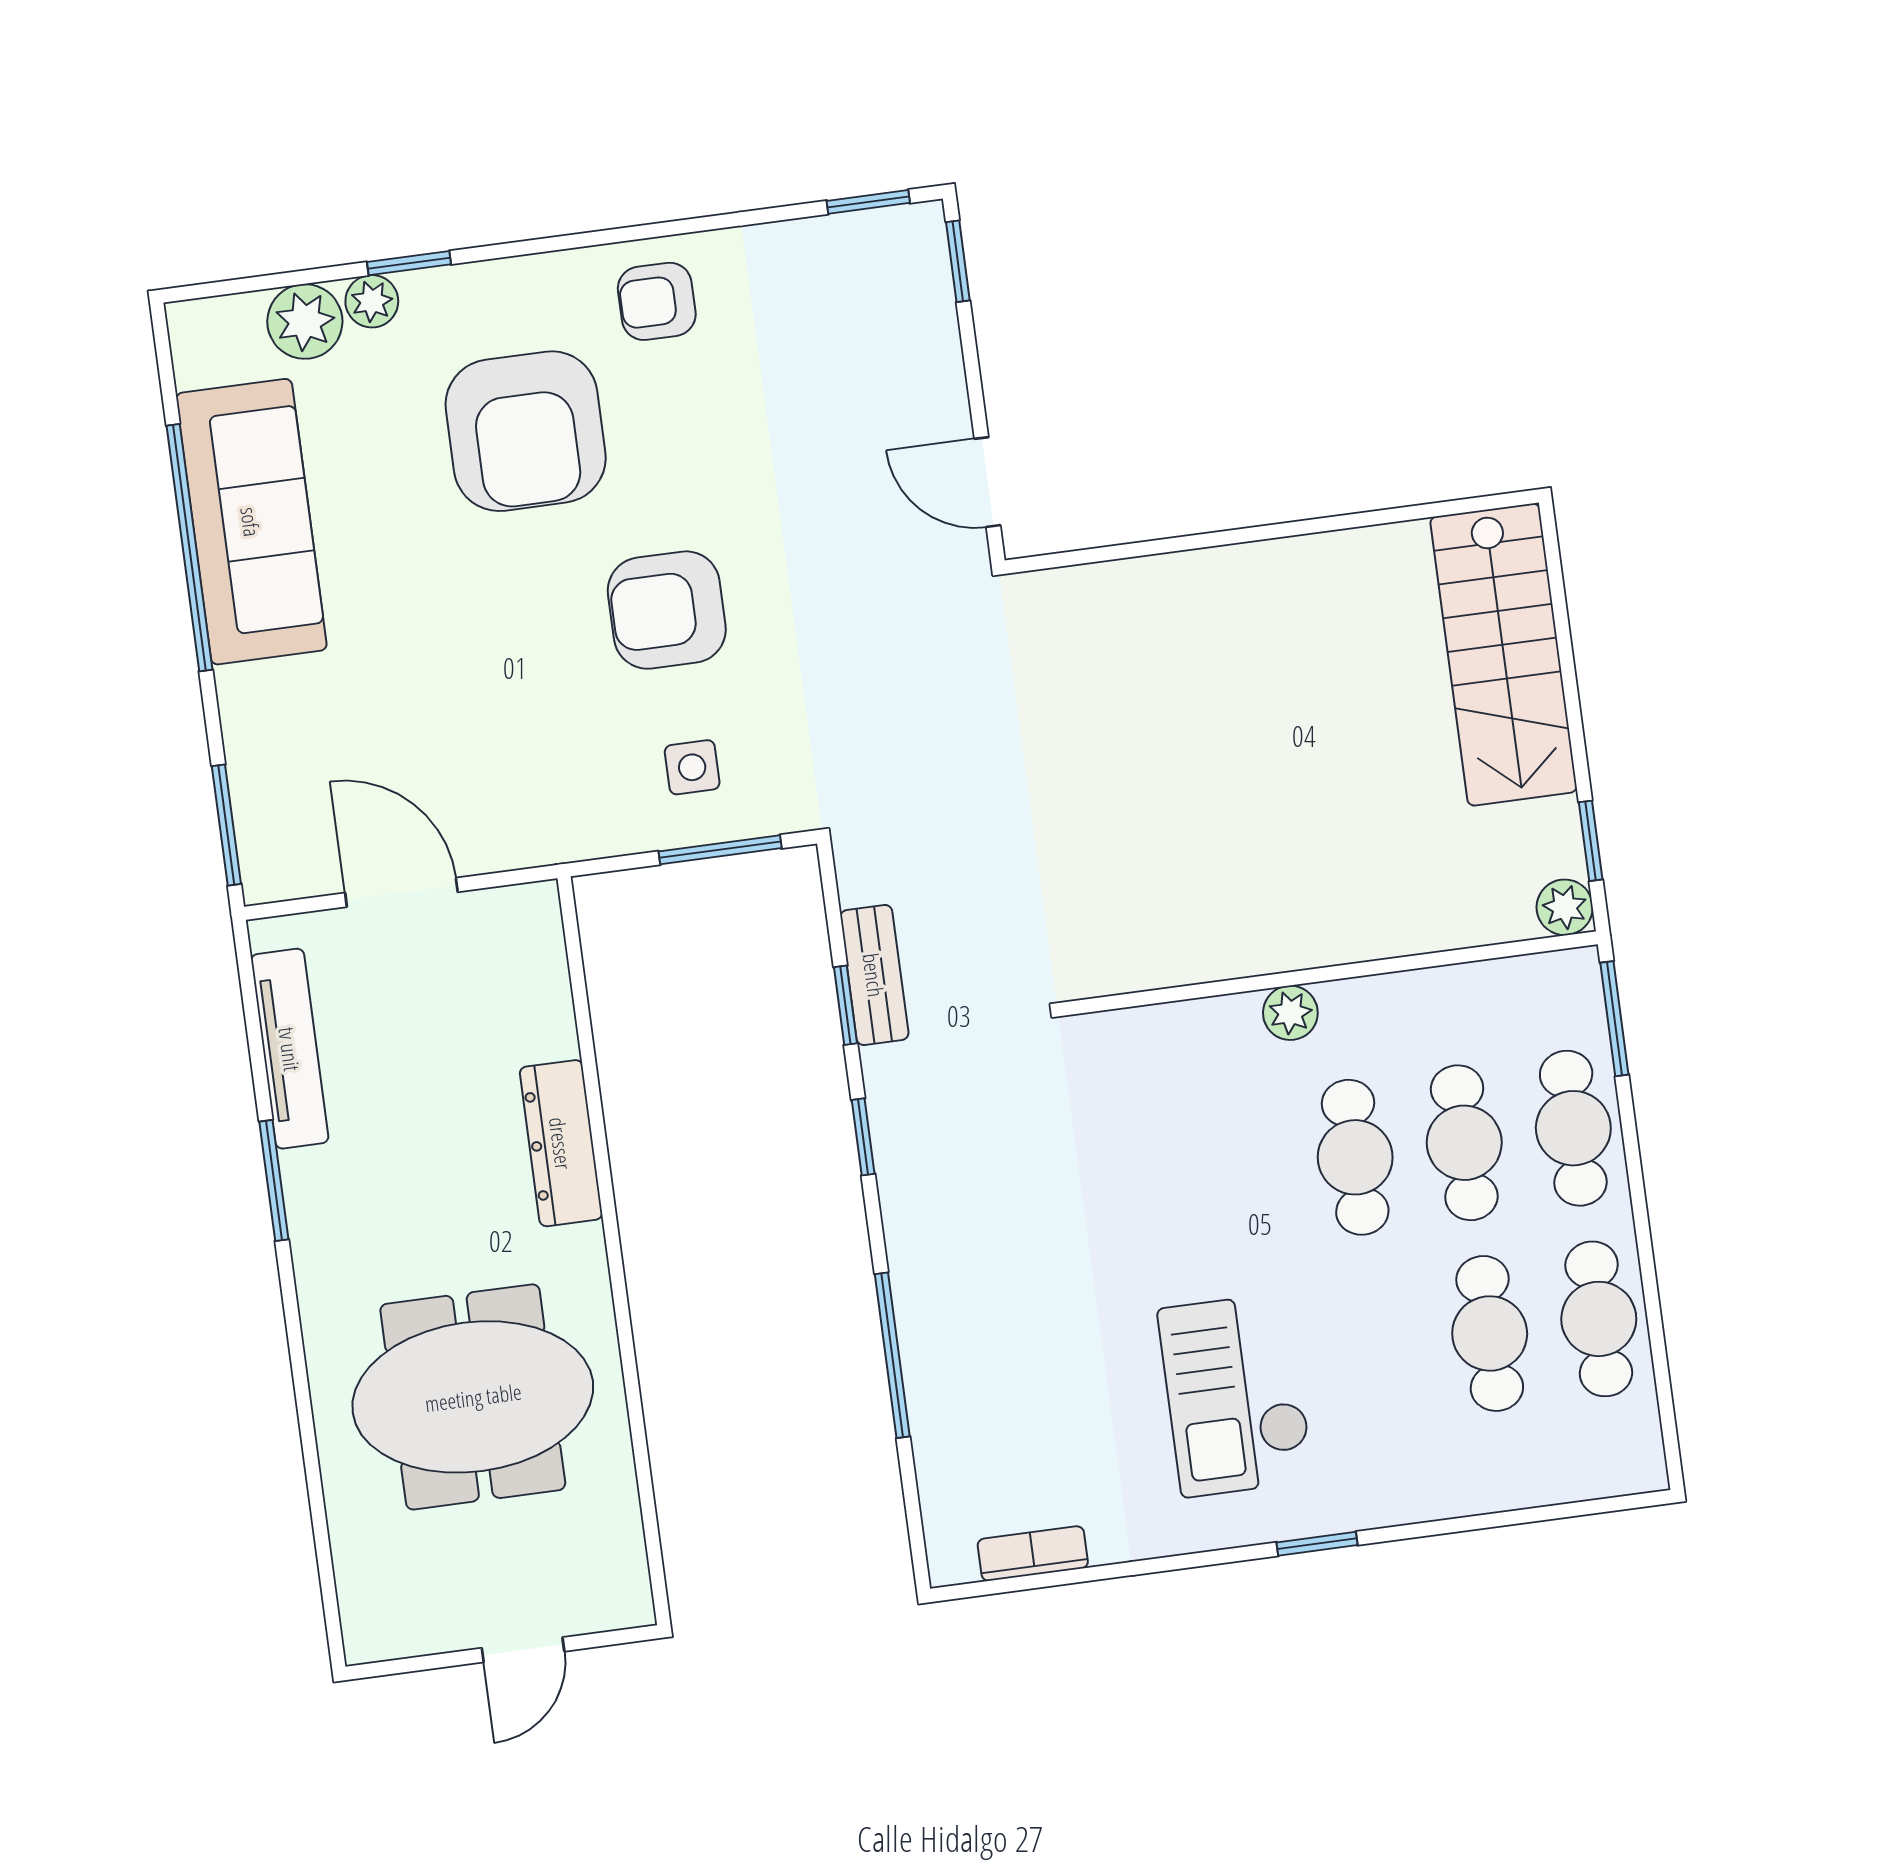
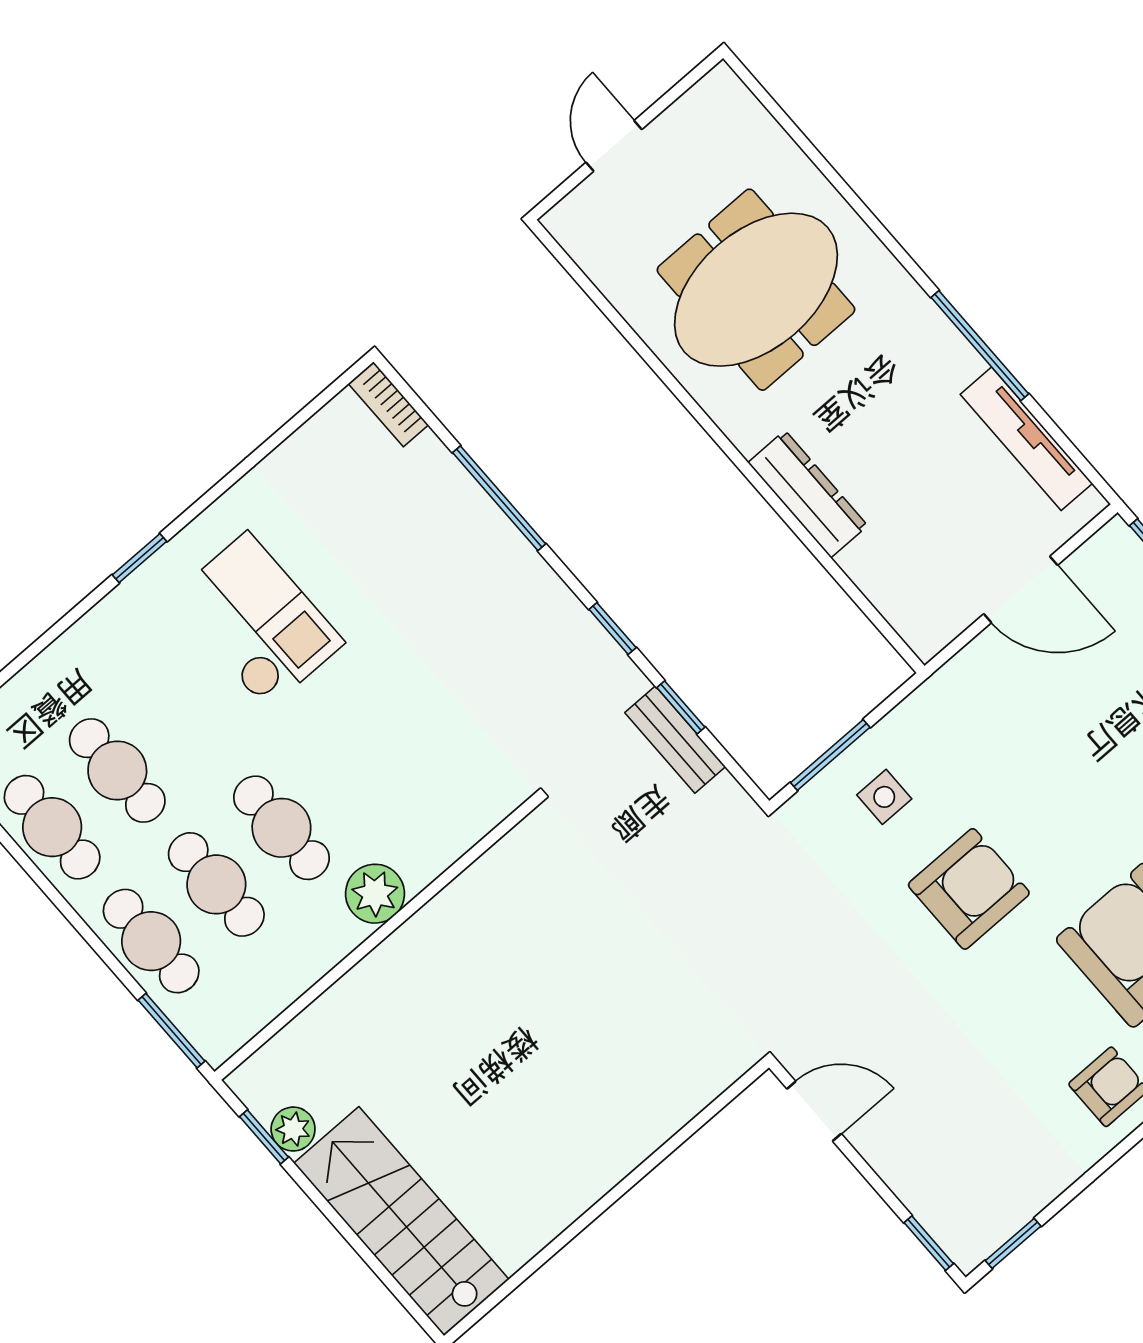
plant: (1565, 907) -> (293, 1129), moved
plant: (1290, 1013) -> (375, 894), width x1.38, depth x1.38
window: (274, 1180) -> (980, 346), width x1.44
bookcase: (1033, 1554) -> (388, 404), moved, turned 90

